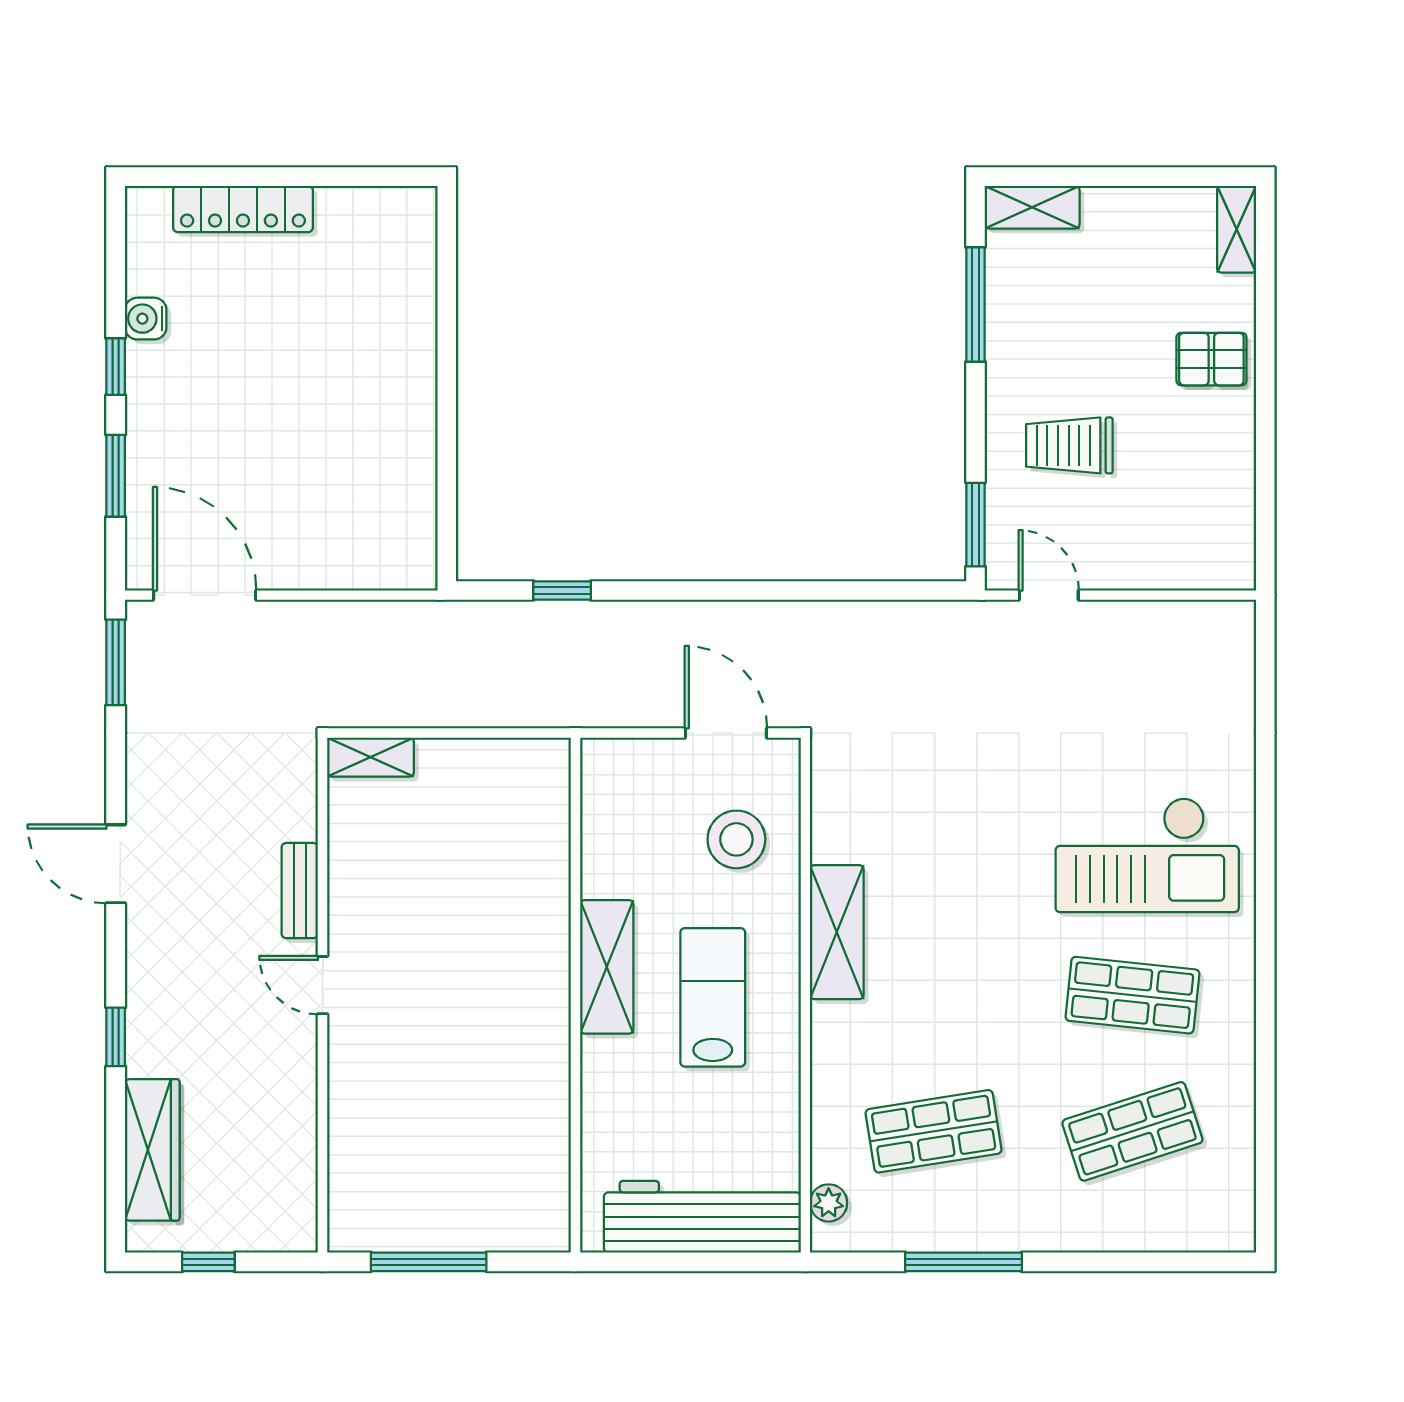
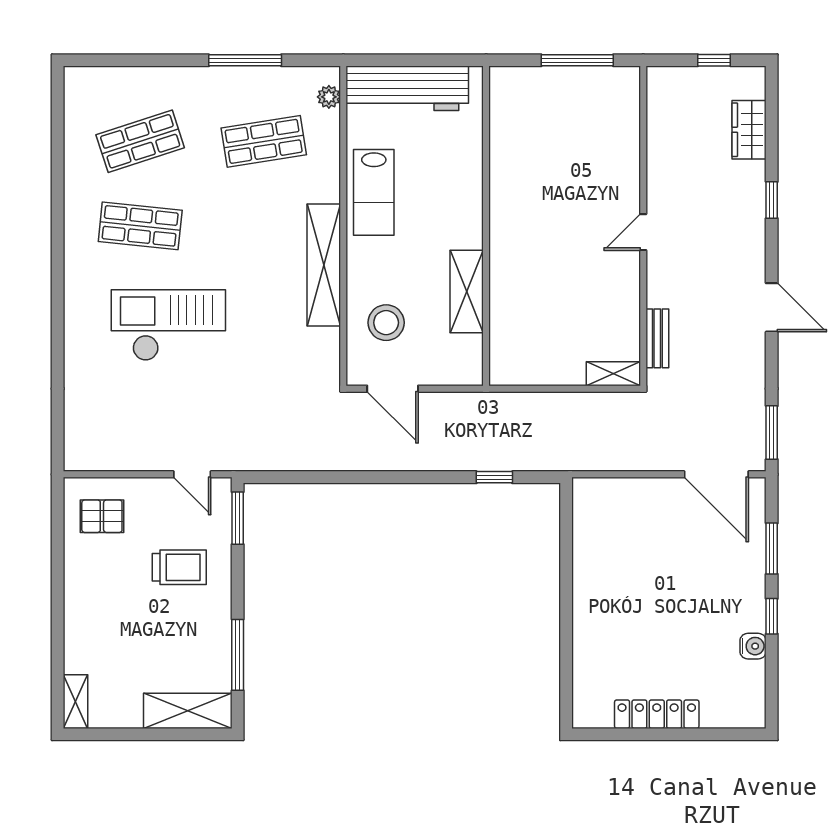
shelving: (1032, 207) -> (188, 711), width x1.50, depth x1.33
locker: (243, 209) -> (657, 714), moved
pallet: (1211, 359) -> (102, 516), moved
checkout: (1147, 855) -> (168, 325), moved
bench: (300, 891) -> (657, 338), moved
shelving: (837, 932) -> (324, 265), width x1.47
shelving: (607, 967) -> (467, 291), moved
door: (323, 985) -> (643, 232), swing flipped
lab bench: (713, 997) -> (374, 192), moved
wardrobe: (152, 1150) -> (749, 130), width x0.67

